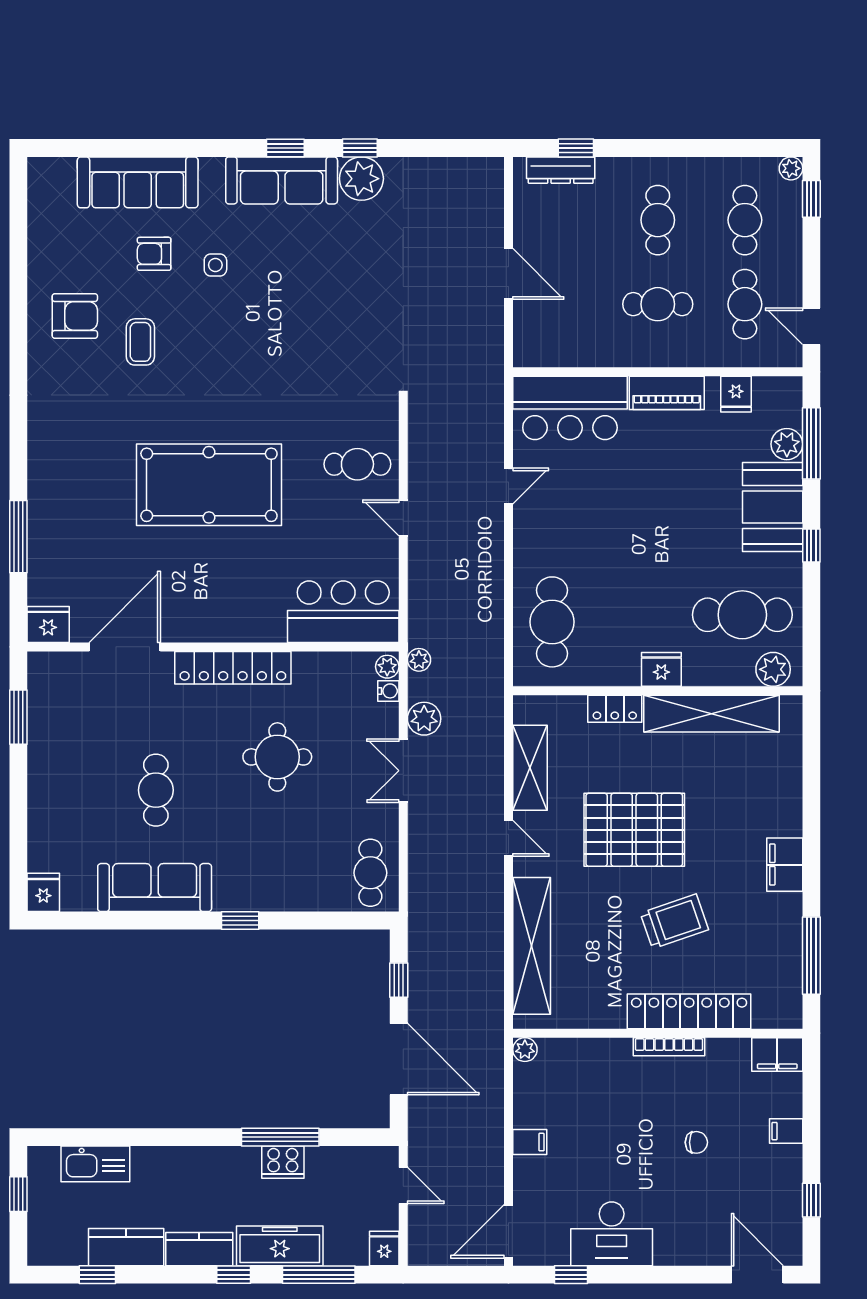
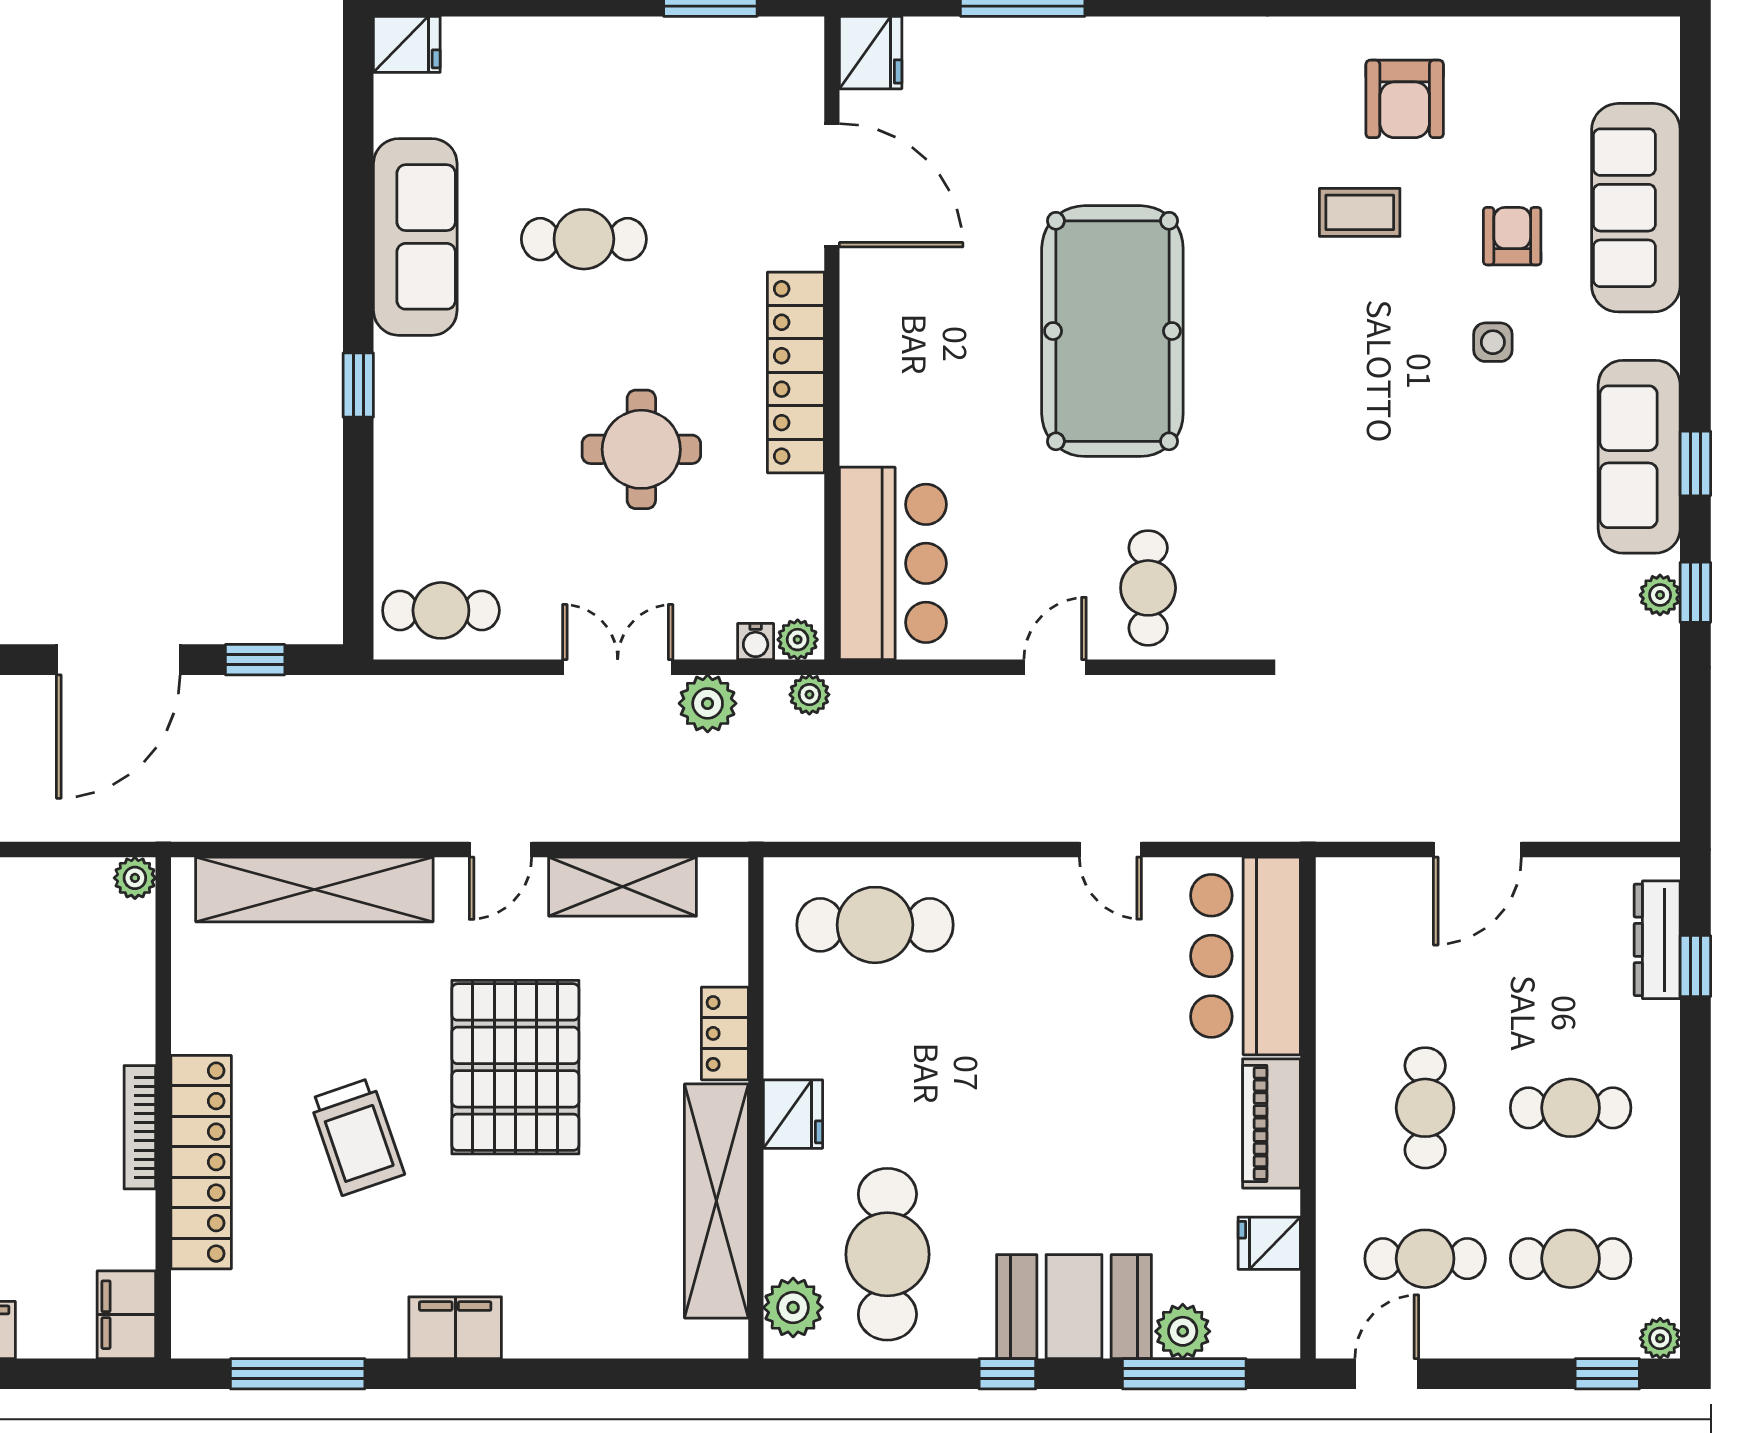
plant: (361, 179) -> (1660, 595), width x0.53, depth x0.53

